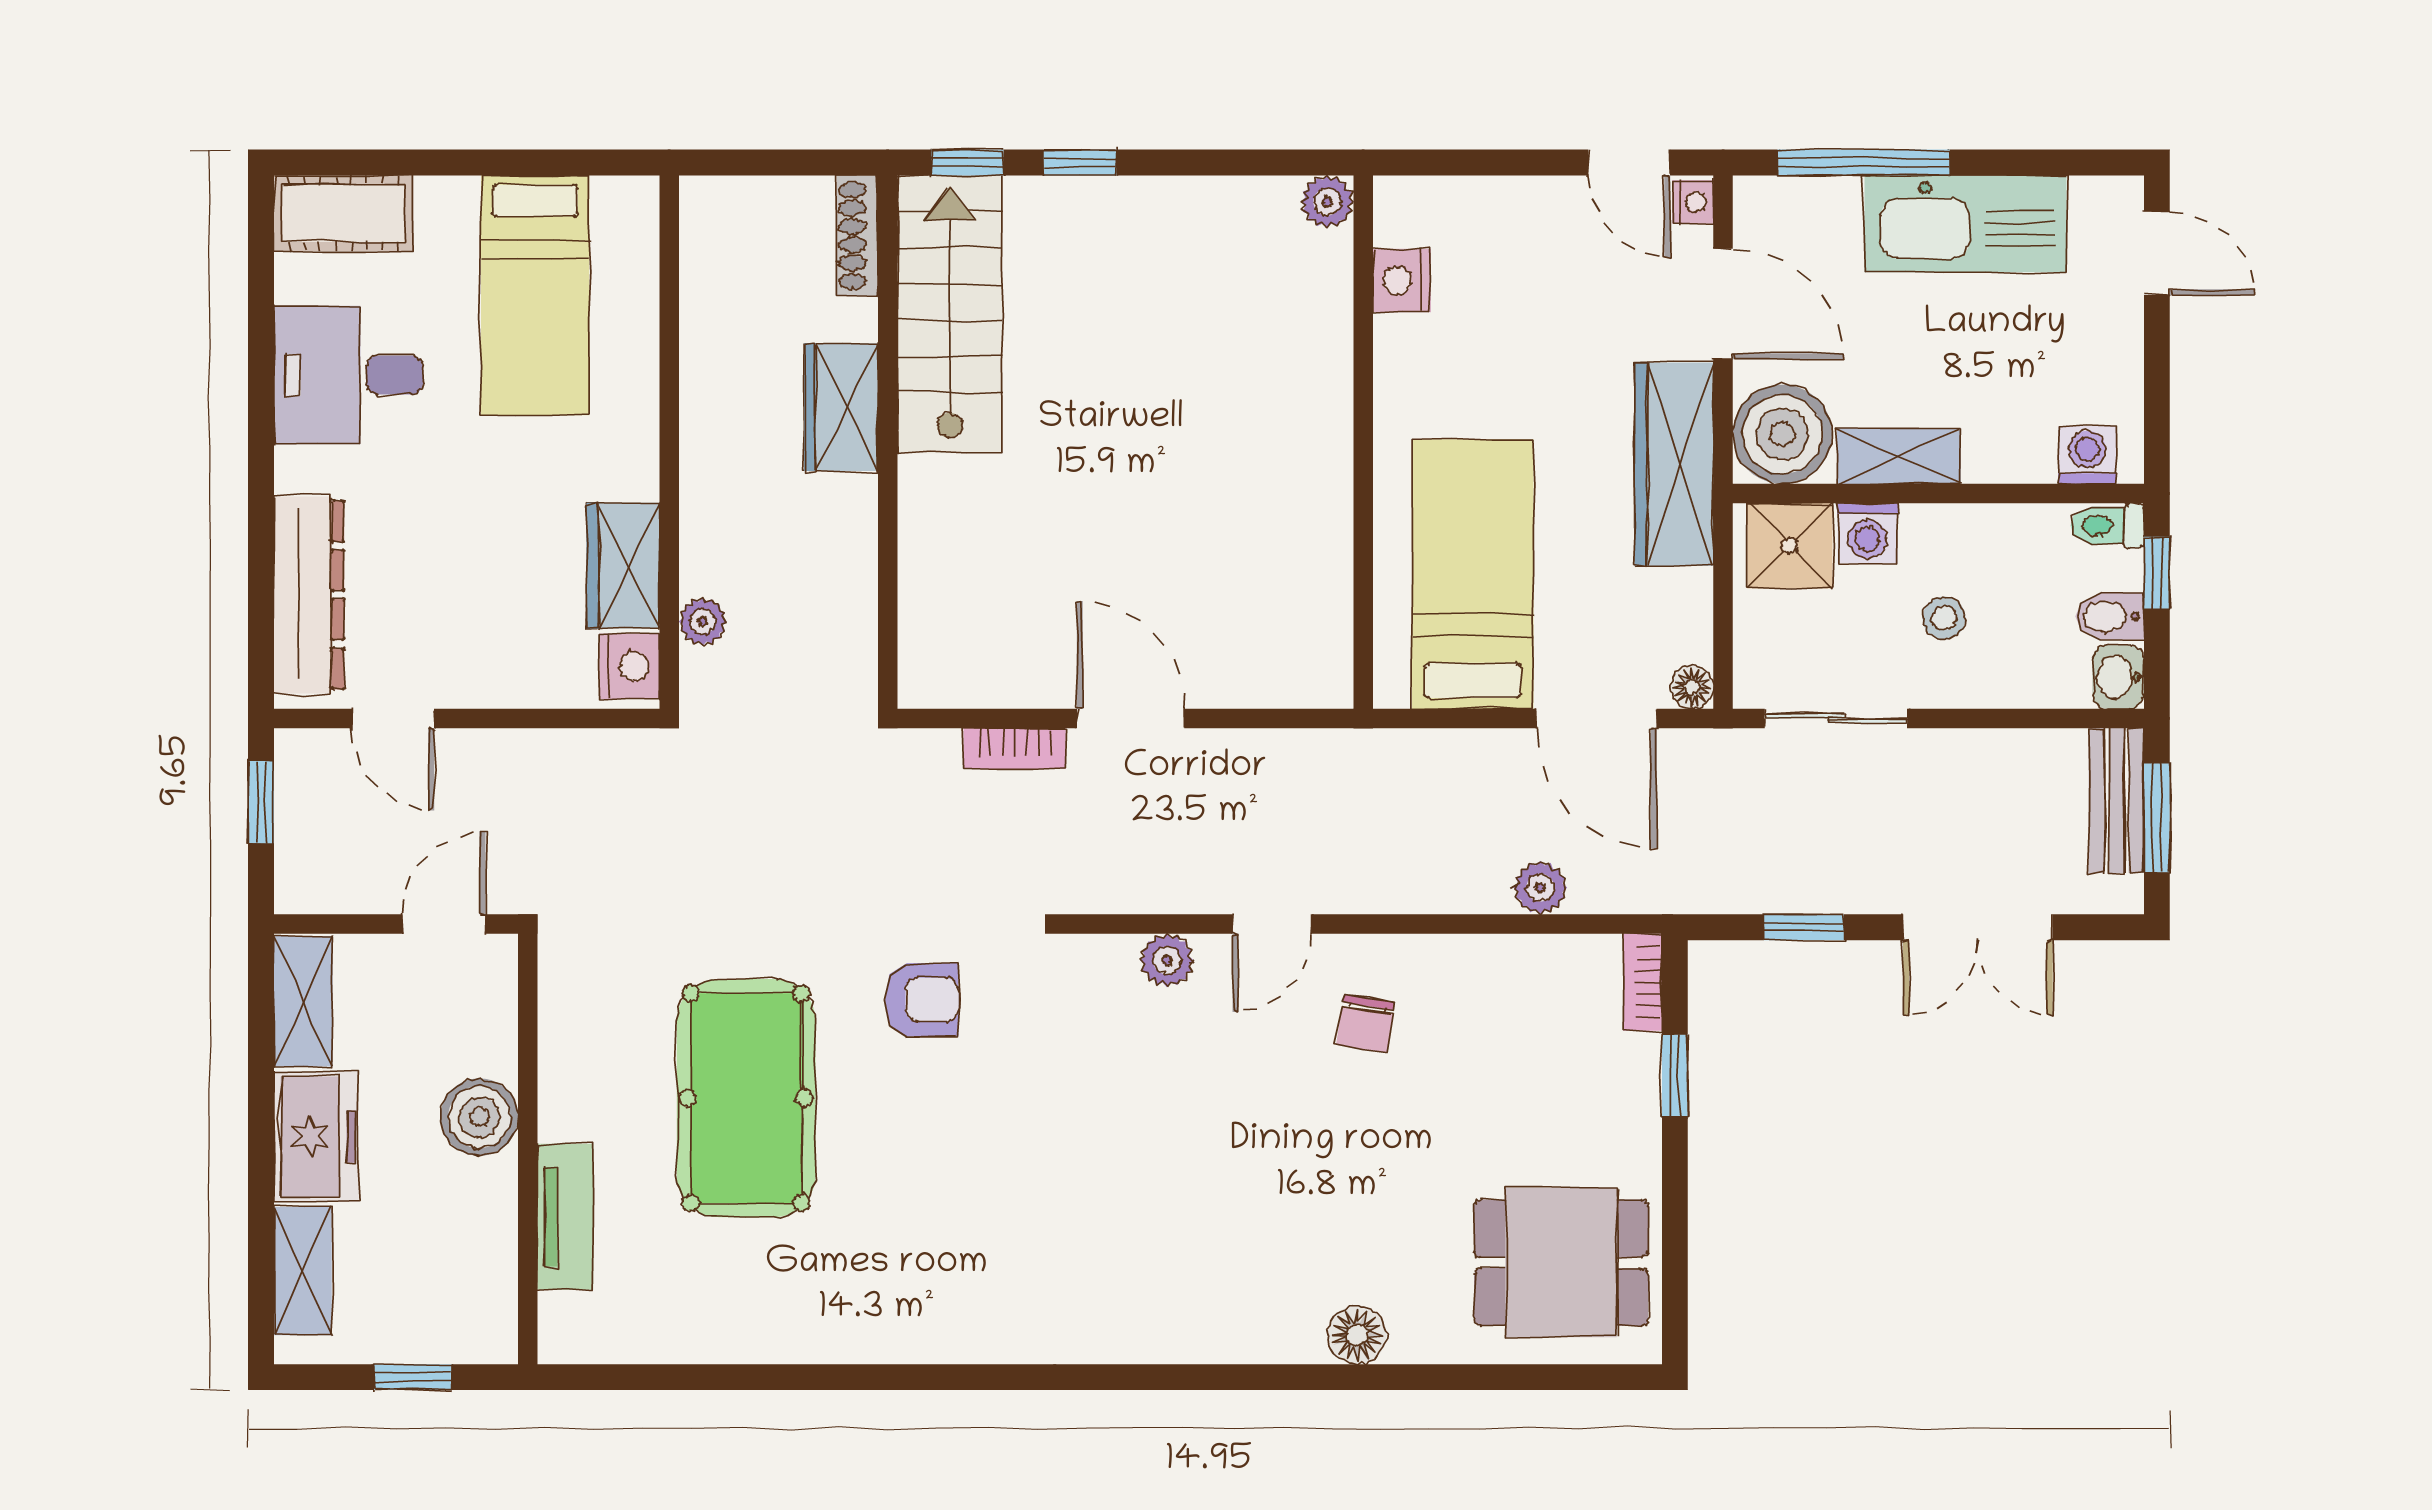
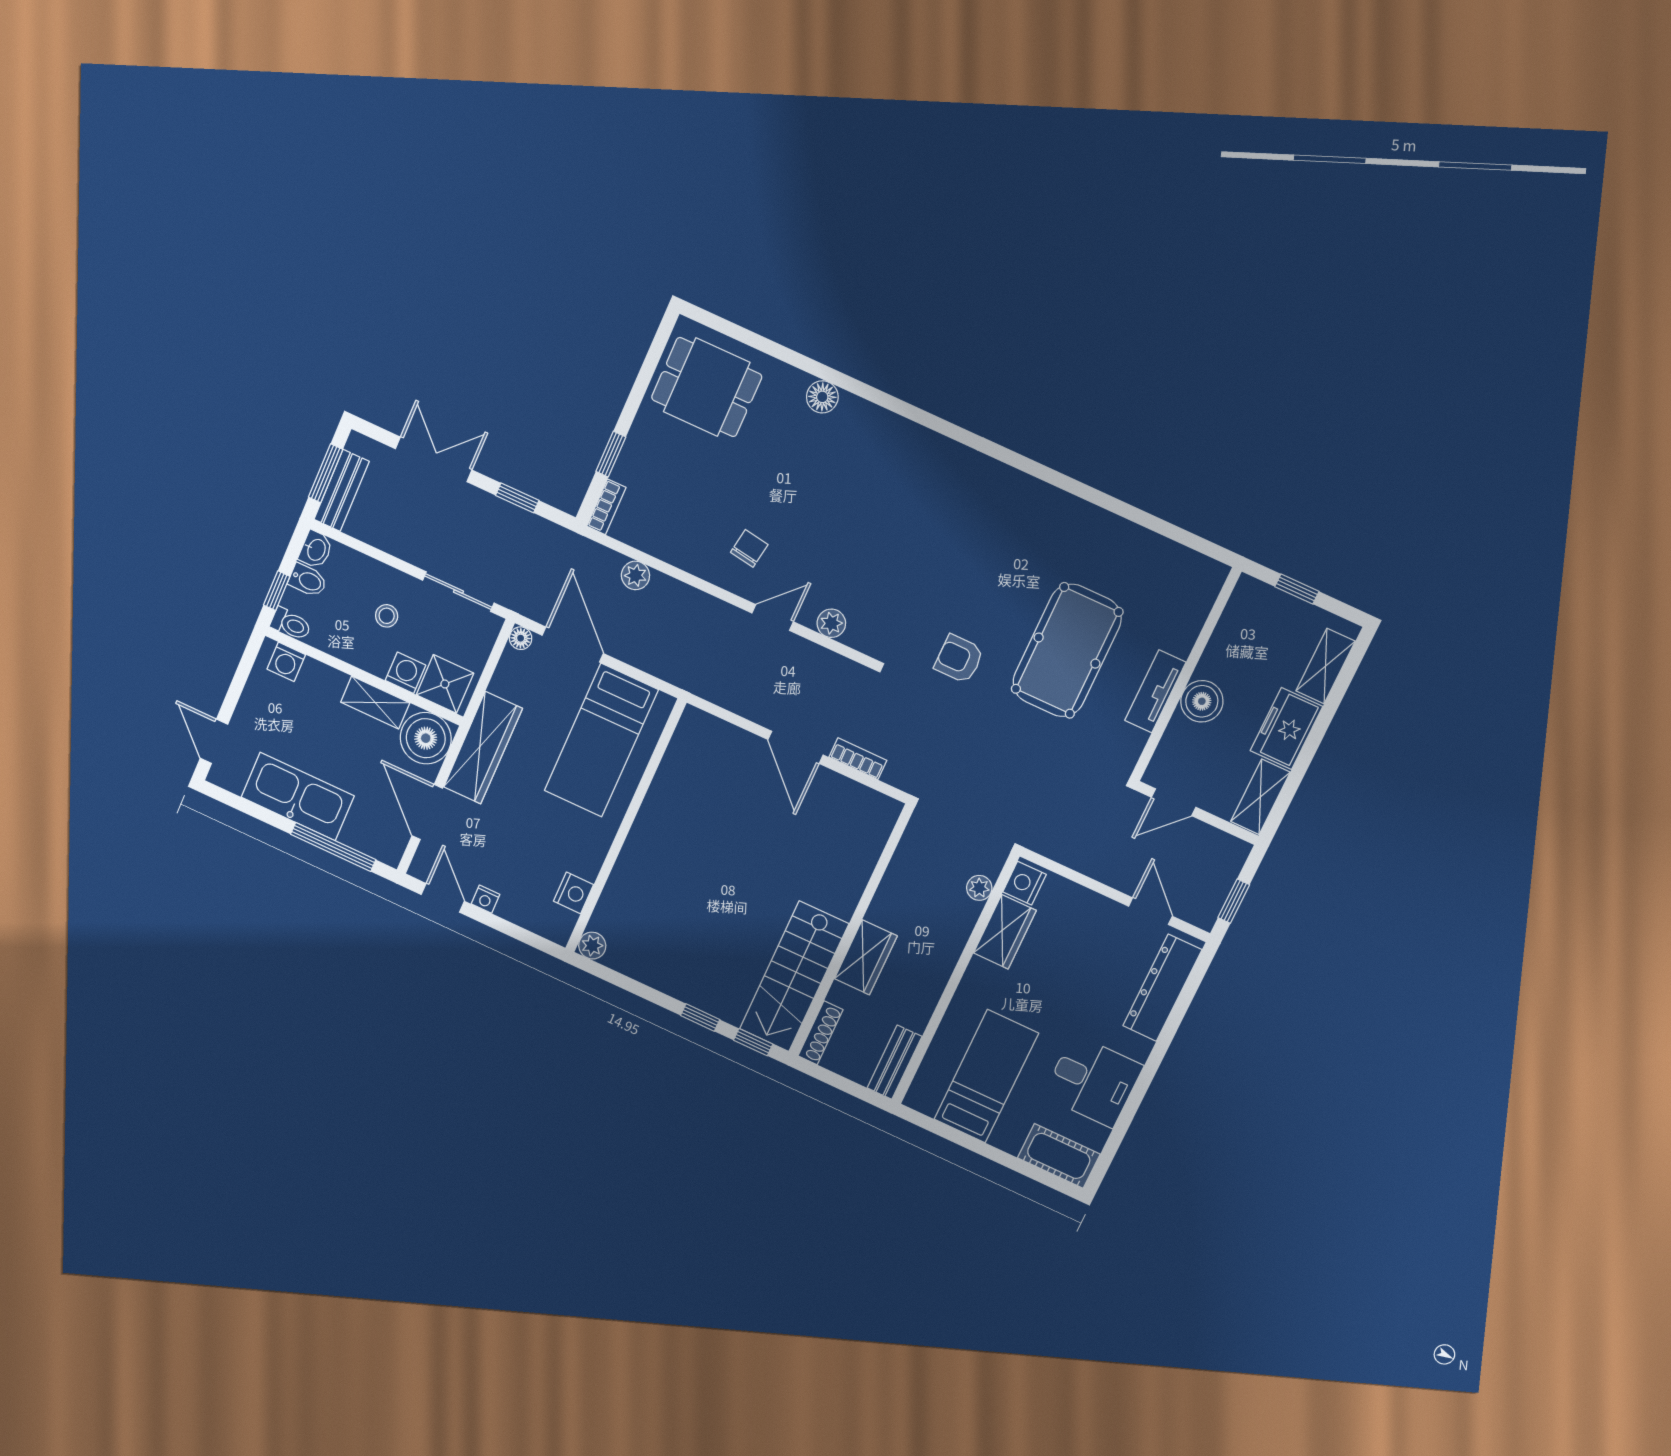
nightstand: (1693, 202) -> (486, 899), moved, turned -90
bench: (705, 244) -> (894, 1062), added
tv unit: (565, 1217) -> (1155, 691), moved

